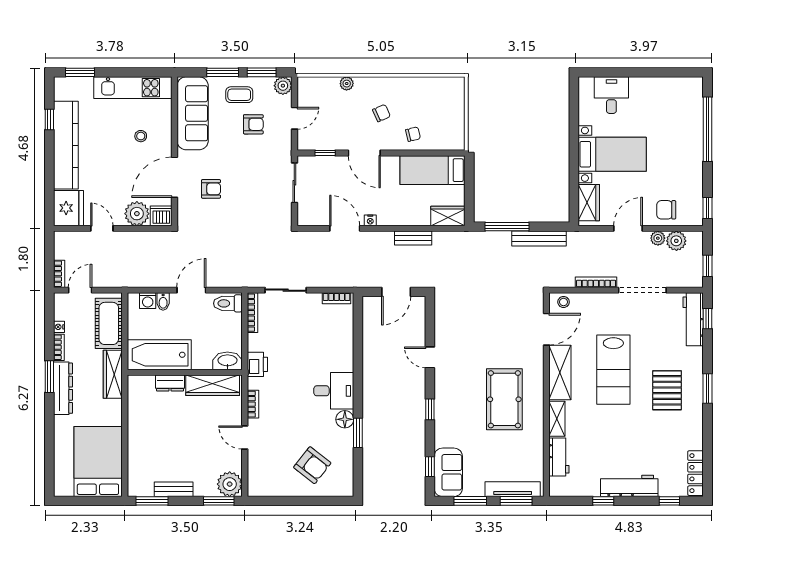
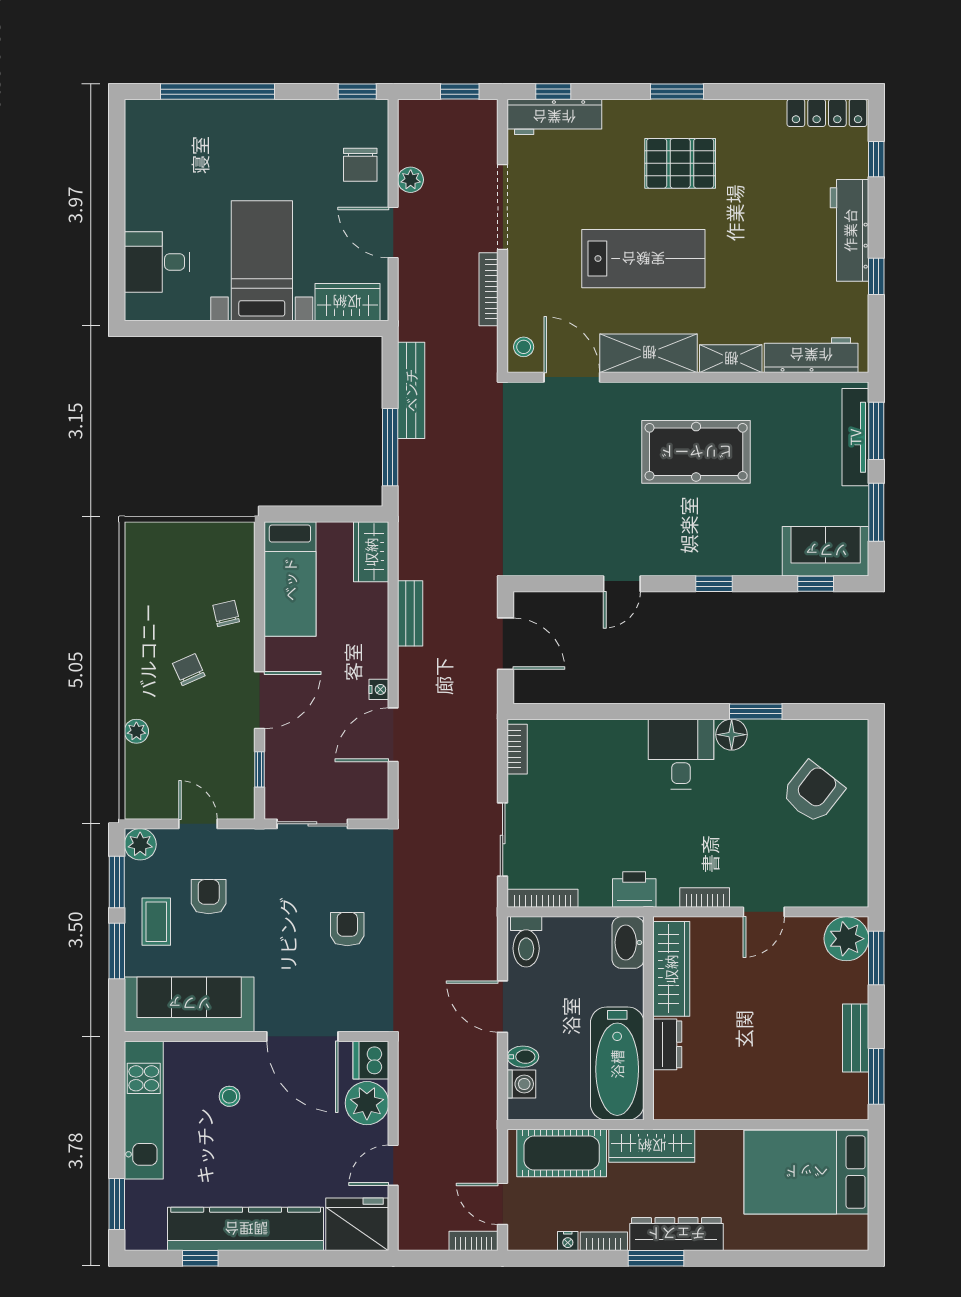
armchair: (211, 189) -> (347, 929), moved
plant: (676, 241) -> (415, 147), removed
workbench: (559, 457) -> (811, 355), width x1.38

